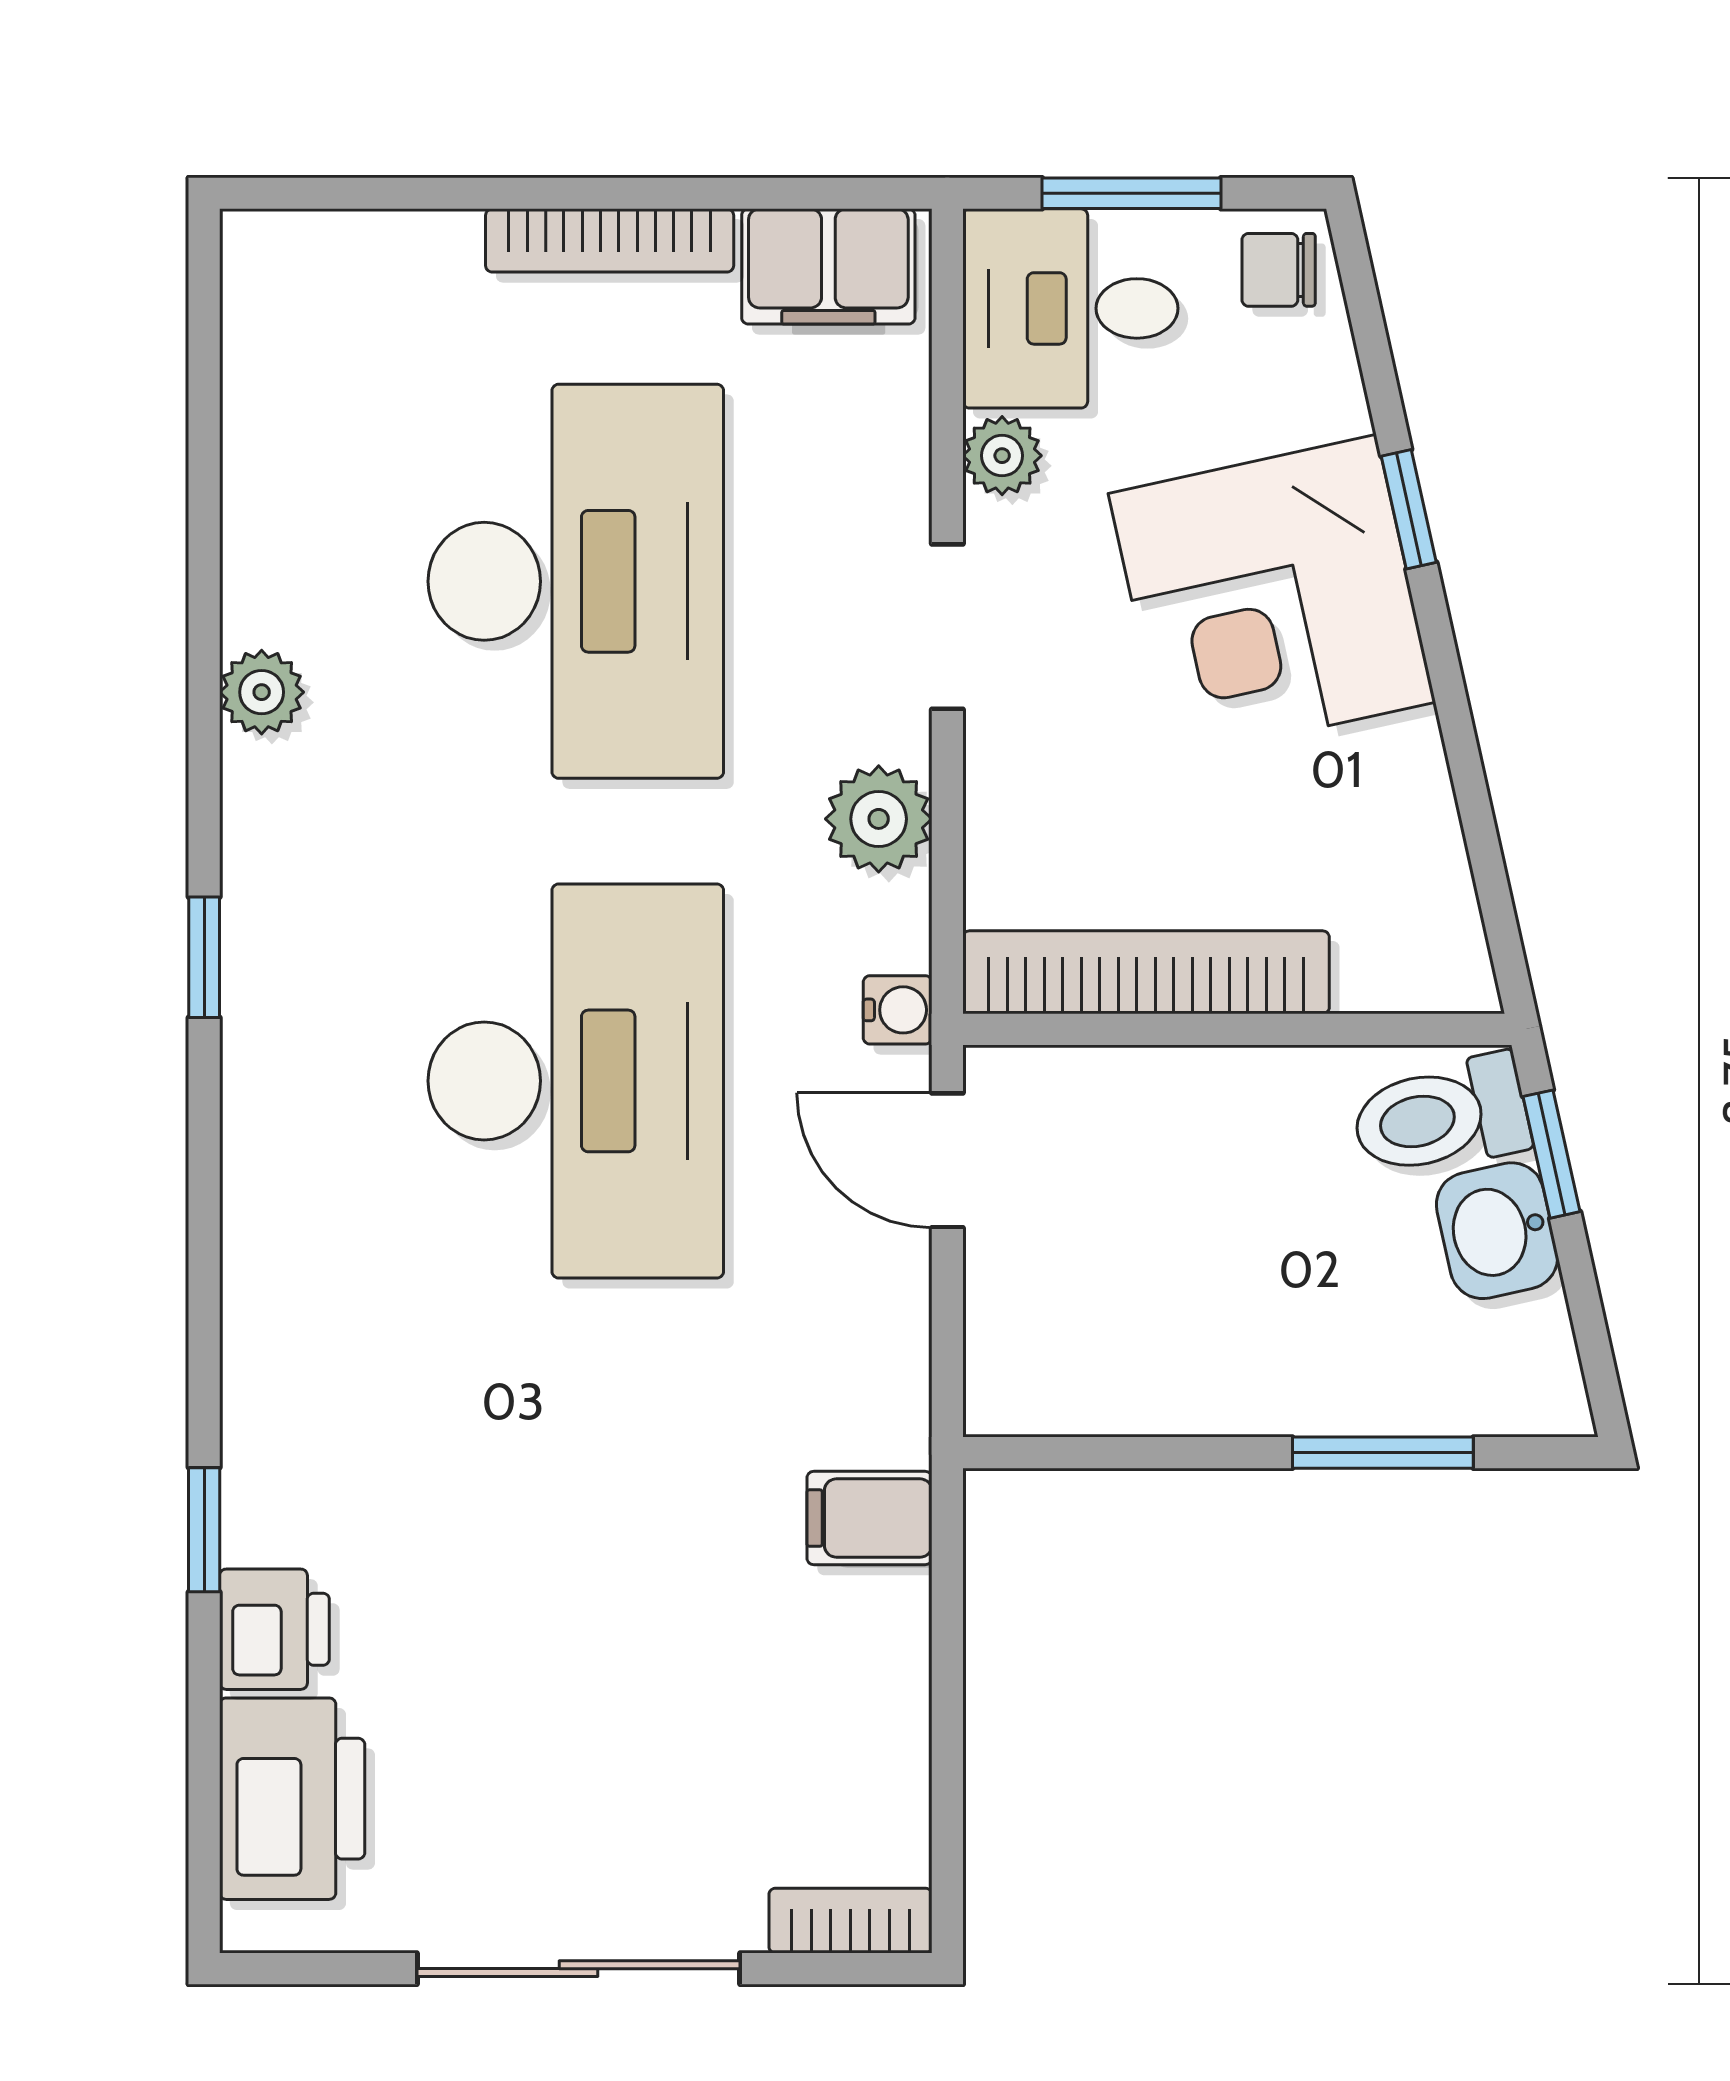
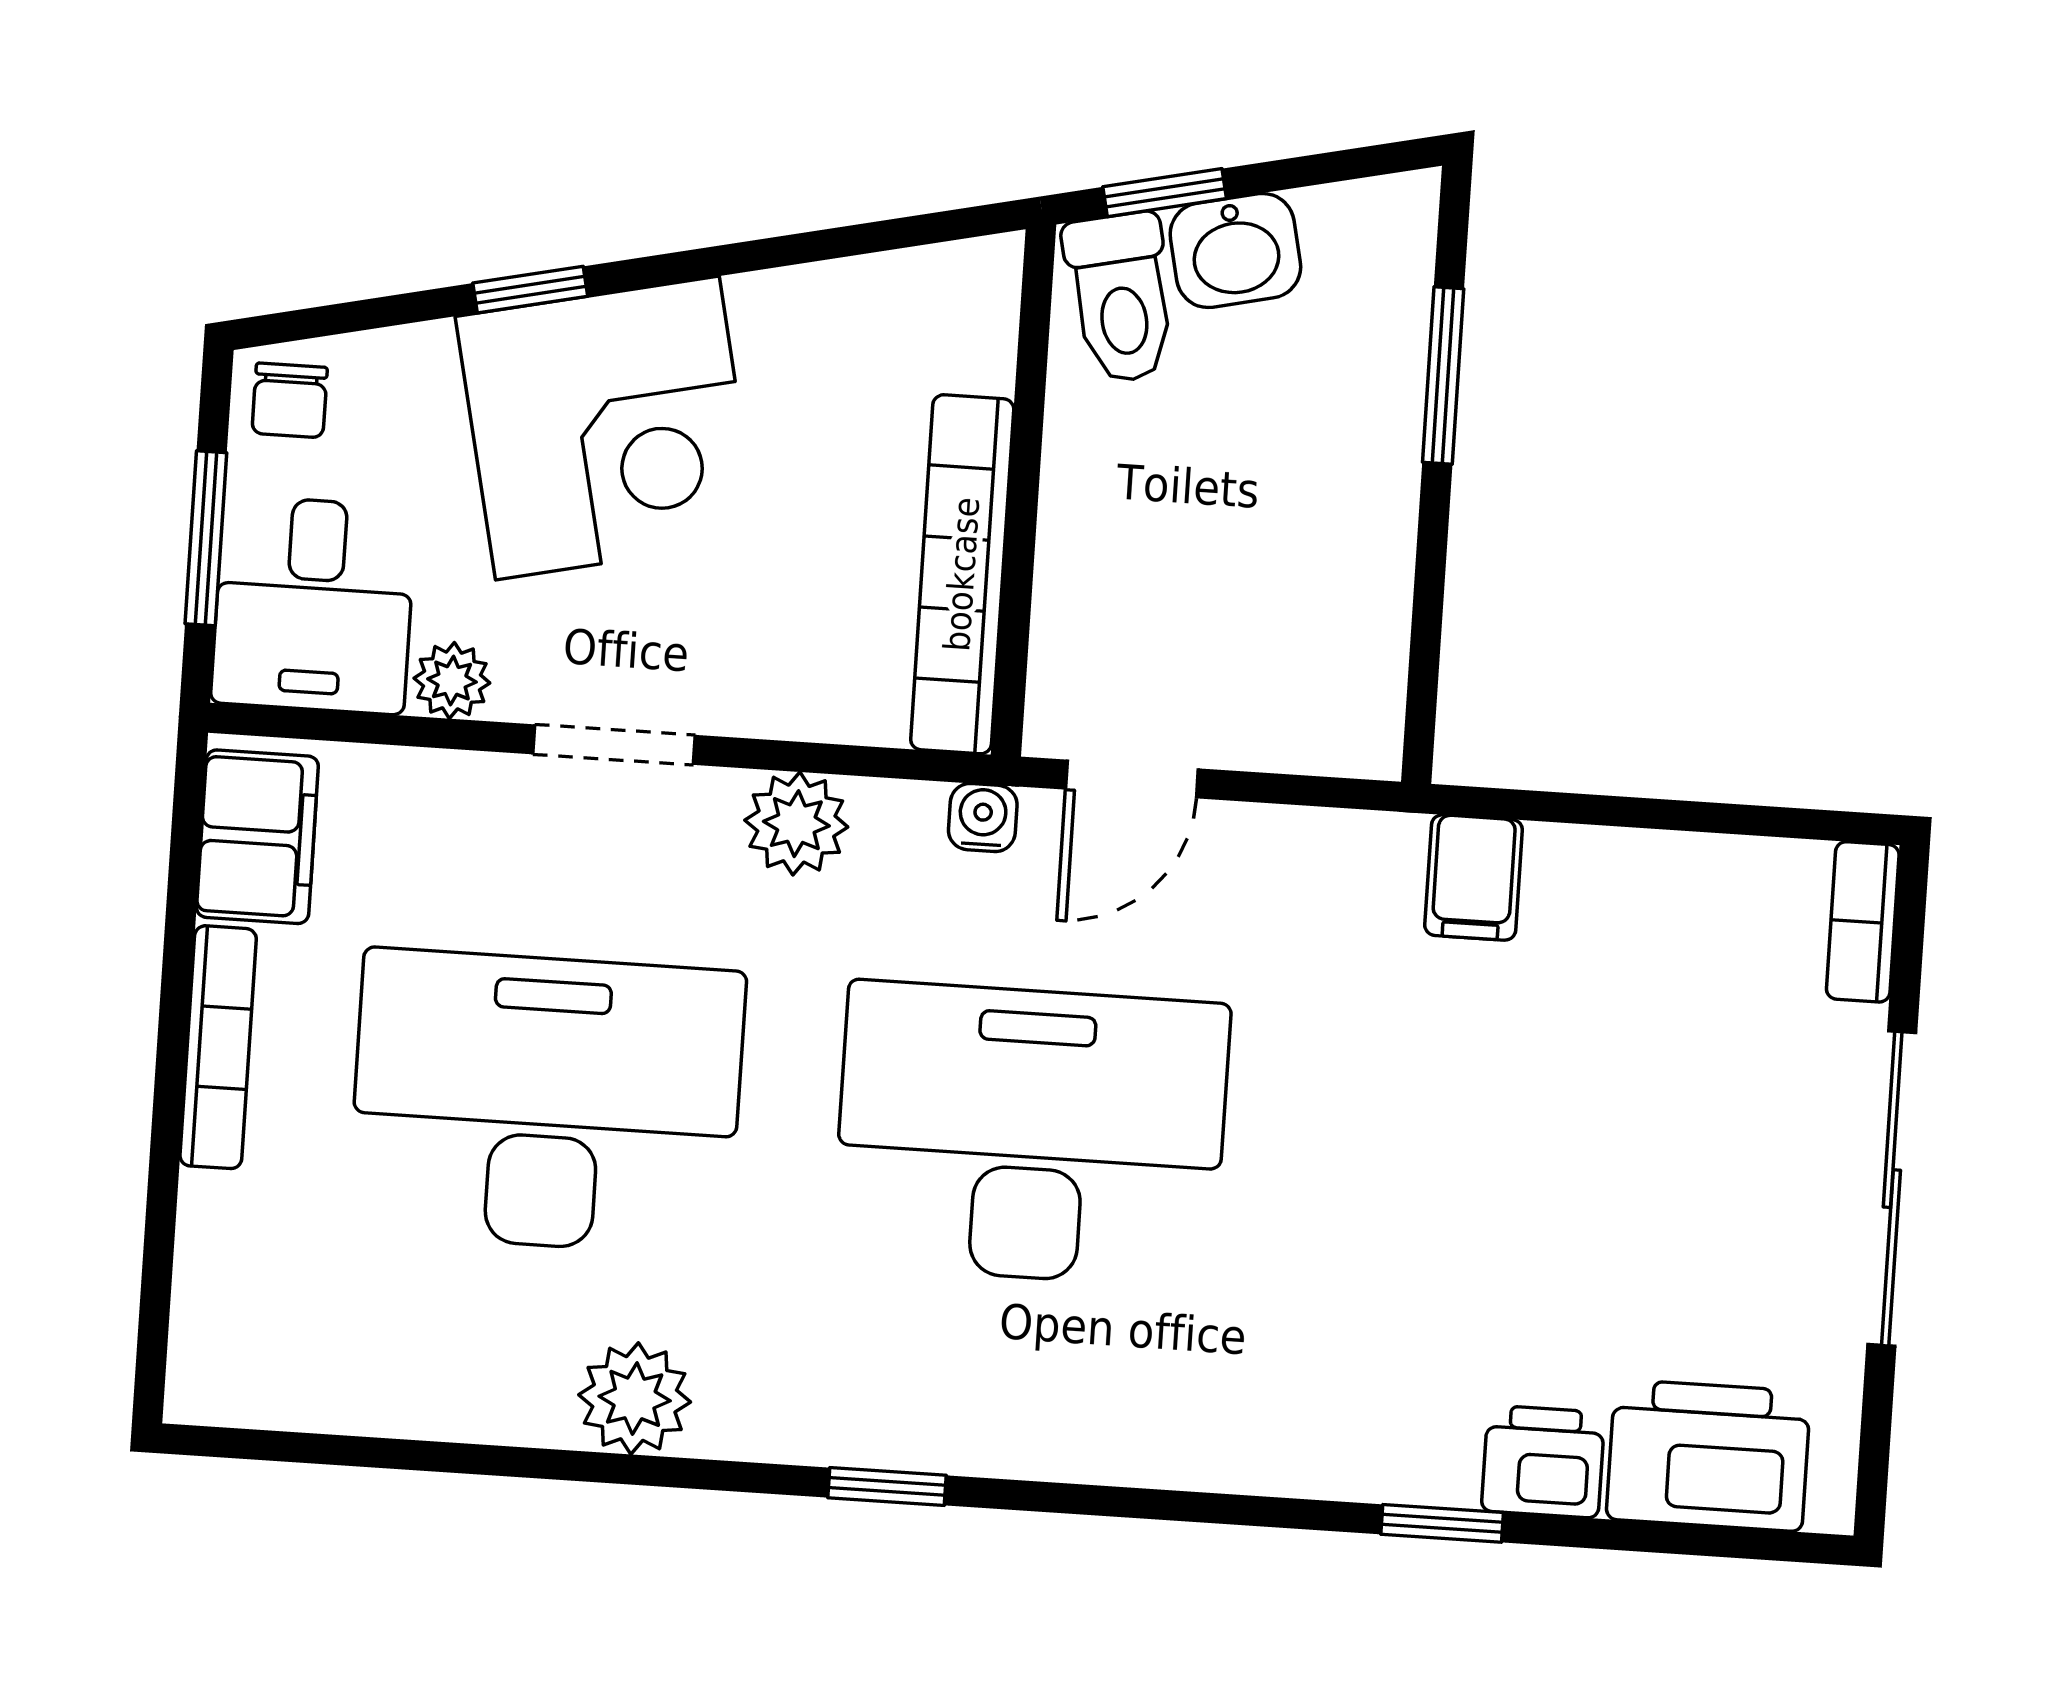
plant: (262, 692) -> (635, 1398), width x1.38, depth x1.38

